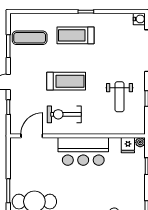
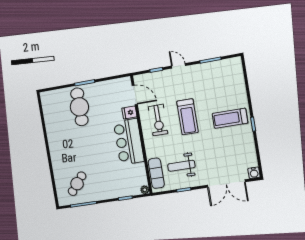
treadmill: (75, 35) -> (230, 118), turned -90
exercise mat: (30, 38) -> (156, 173), moved
exercise bike: (64, 114) -> (158, 120), turned 180
fridge: (128, 145) -> (129, 112), moved

